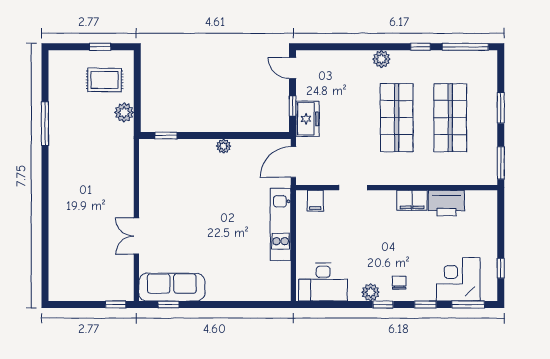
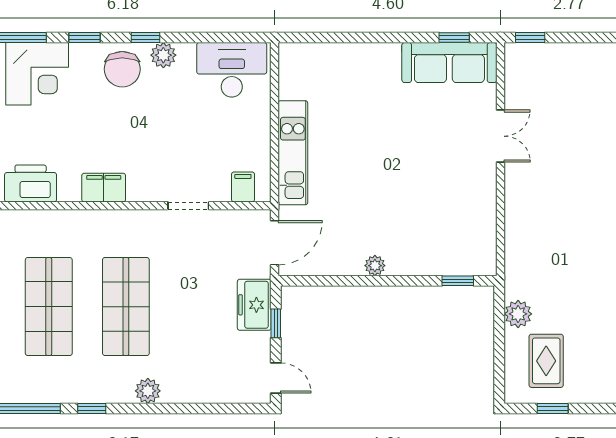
rug: (105, 80) -> (546, 361), turned 90
printer: (447, 203) -> (31, 184), moved
chair: (399, 283) -> (122, 69), width x1.87, depth x1.87

